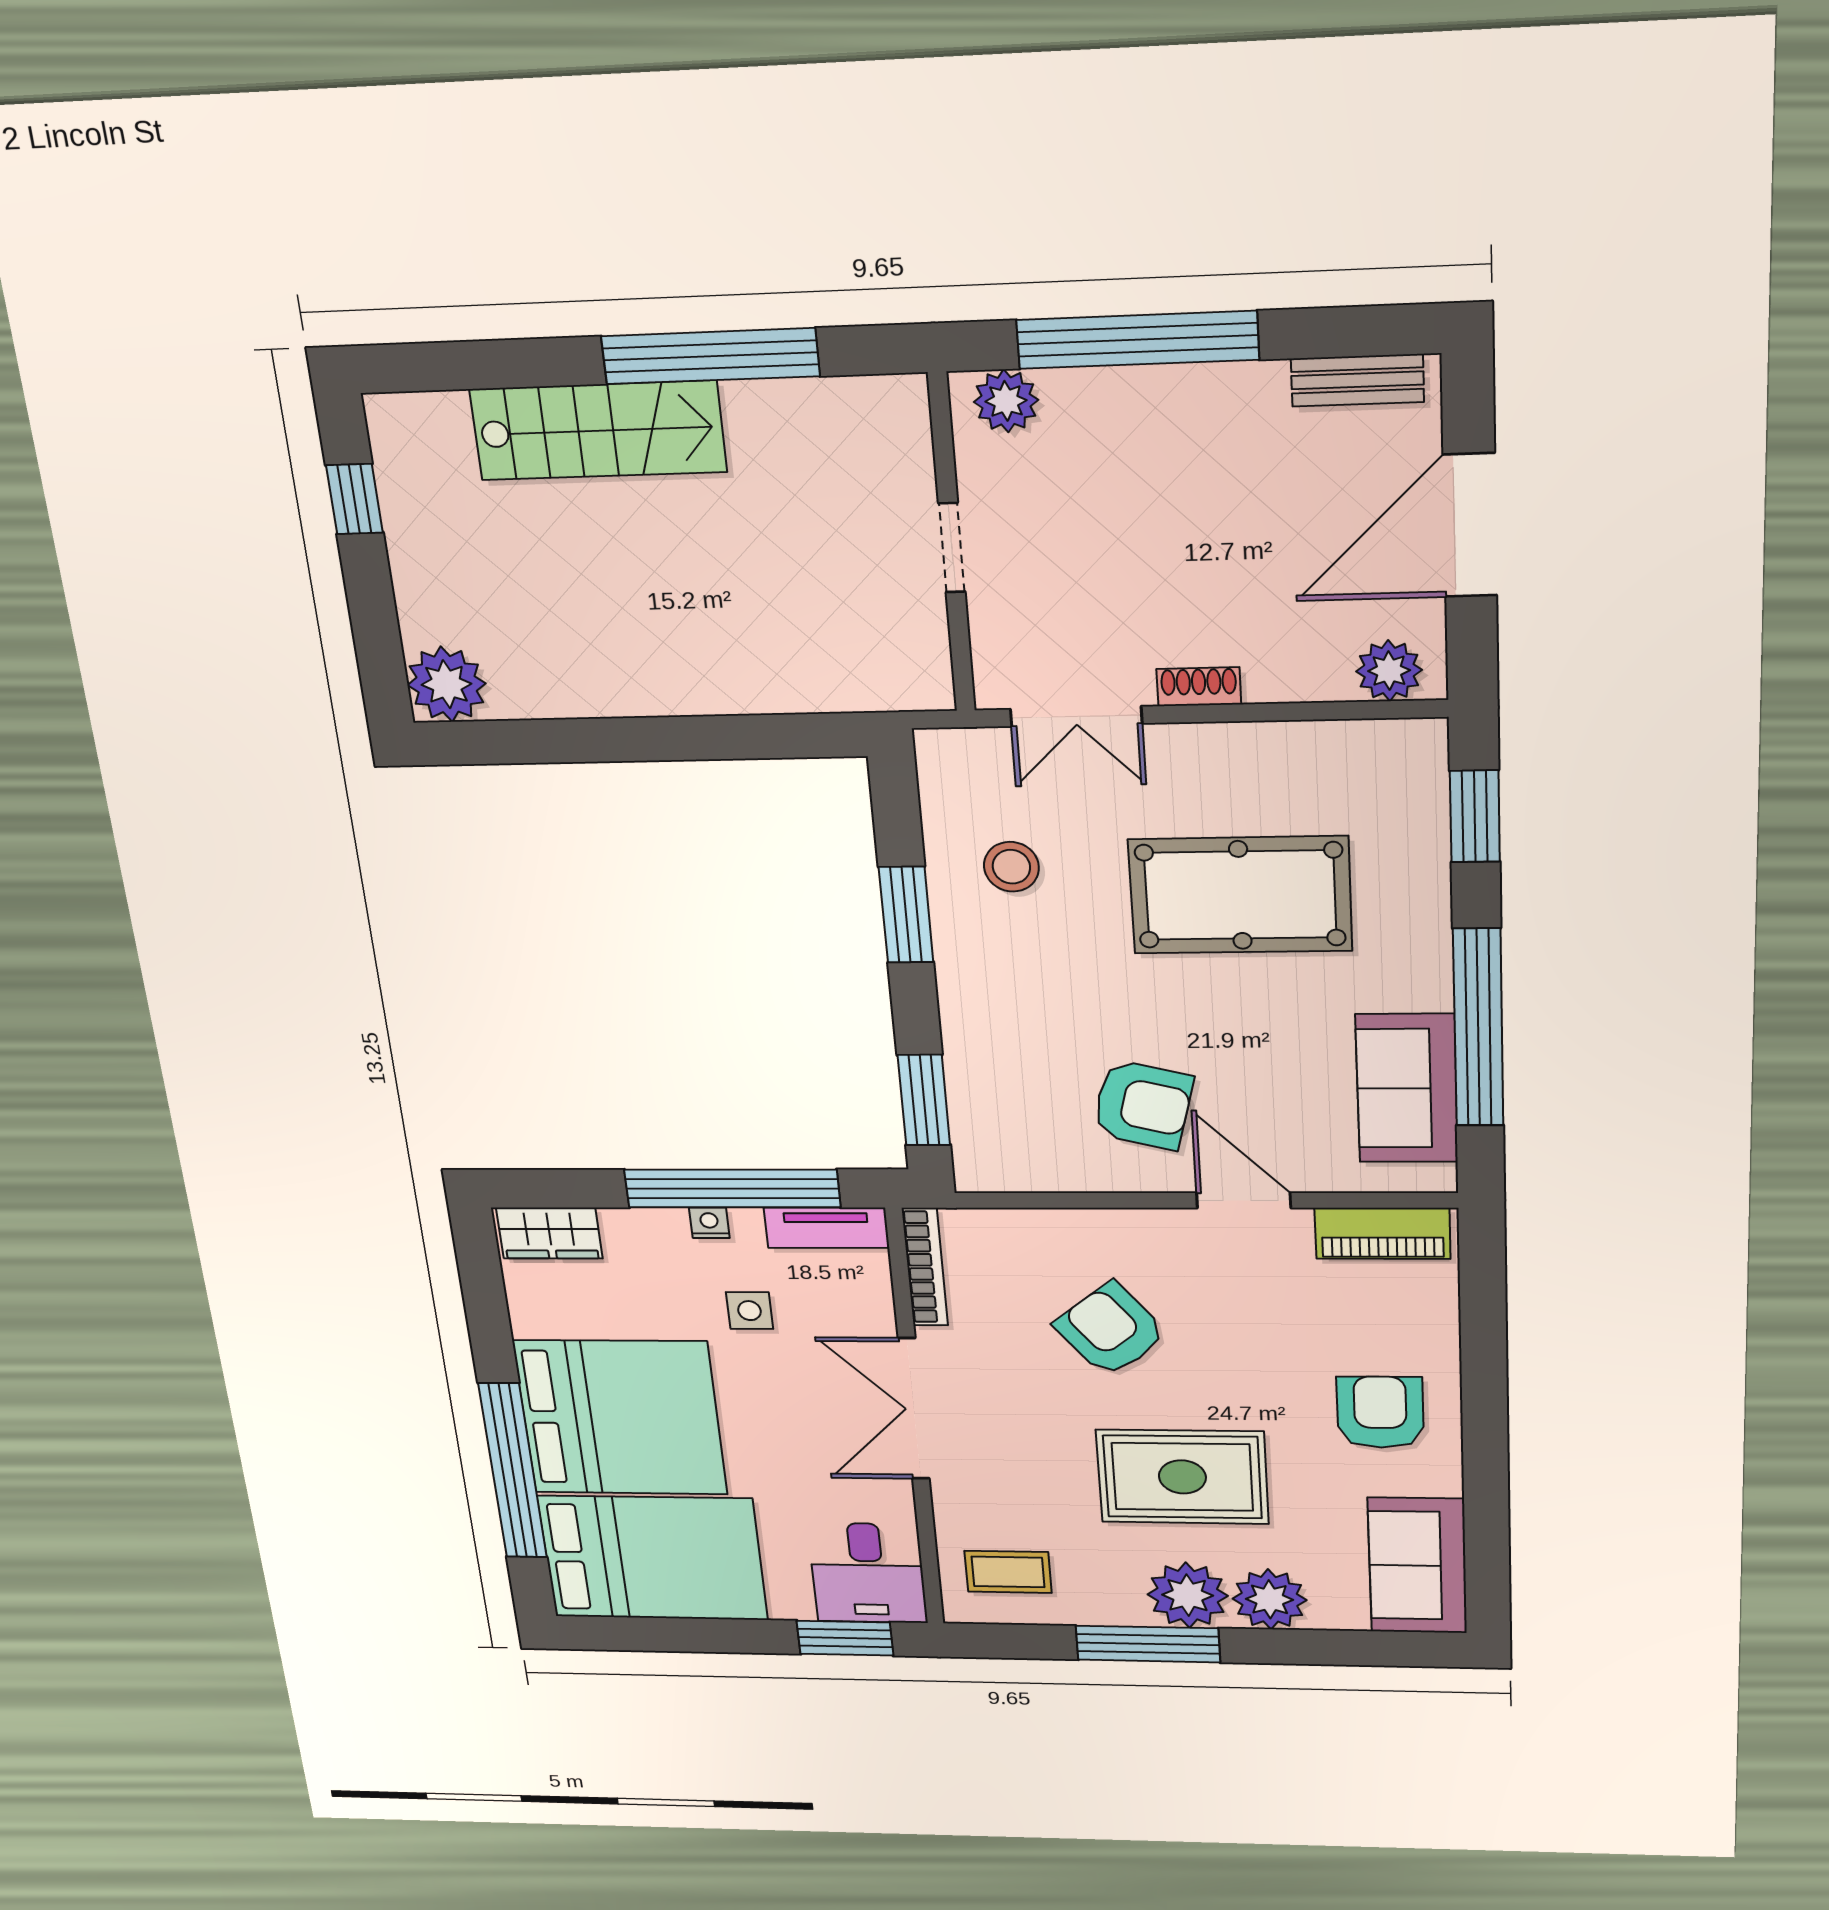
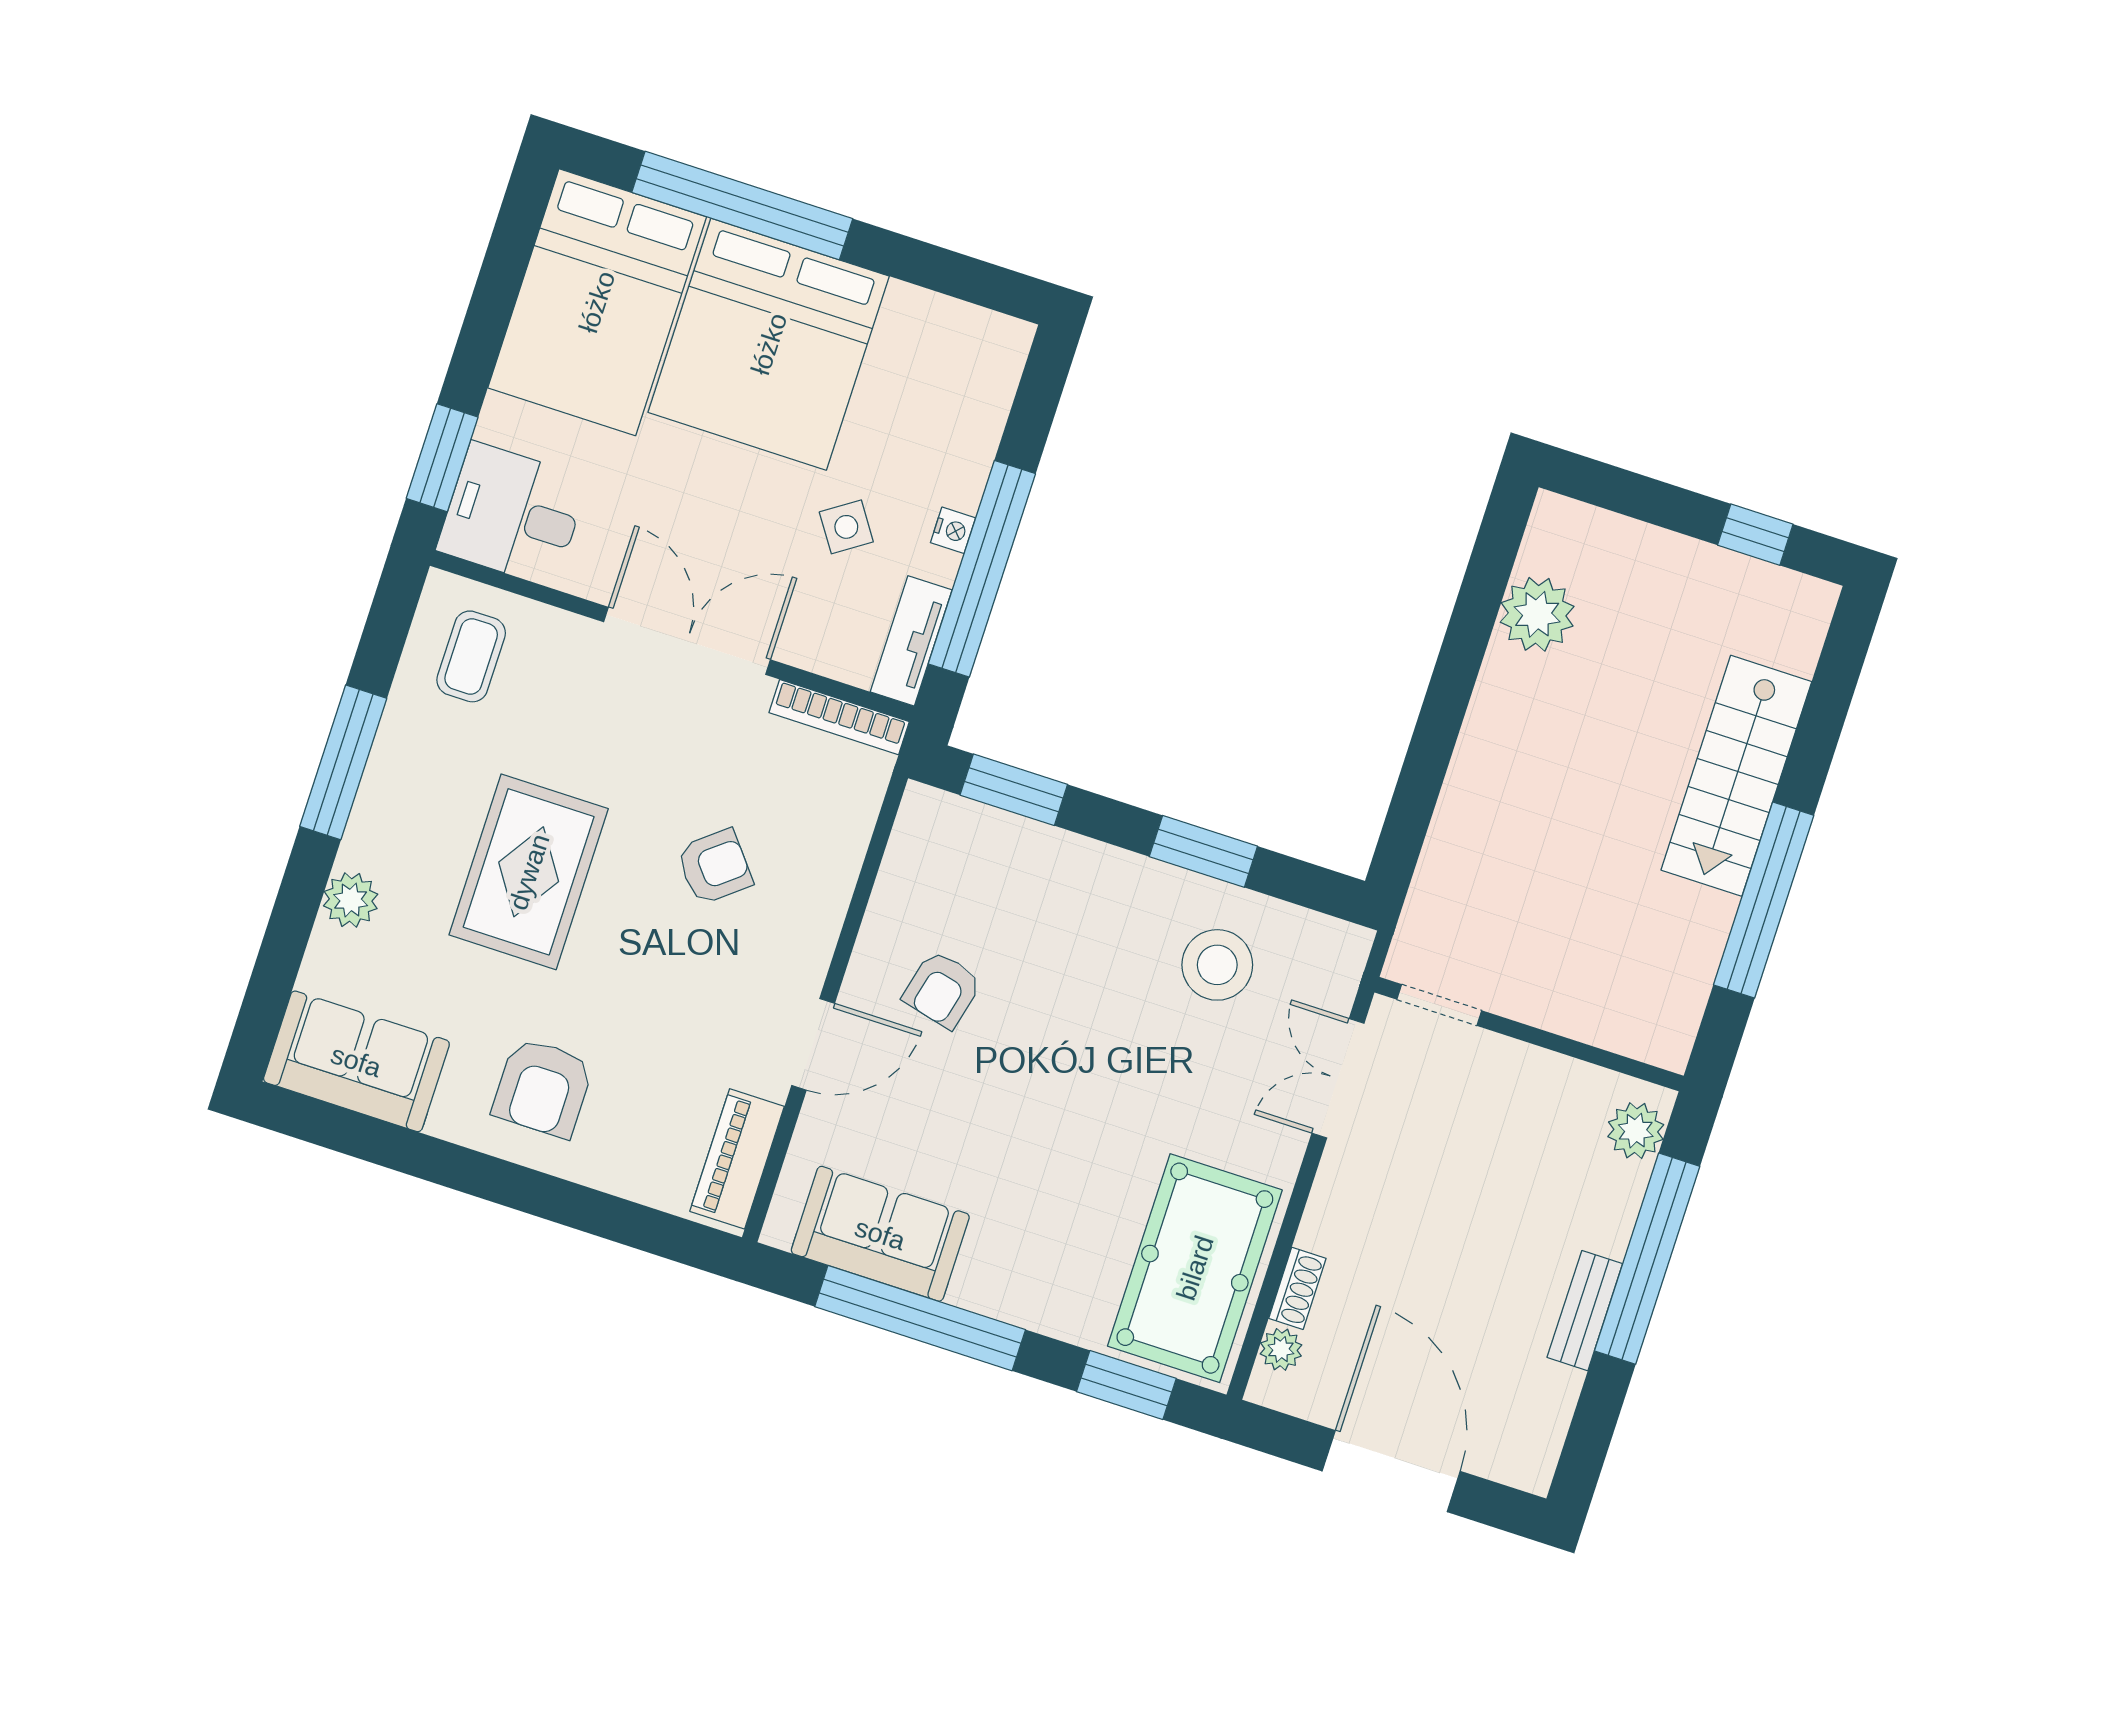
bench: (1357, 380) -> (1585, 1311), moved
doorway: (952, 548) -> (1439, 1005), moved
plant: (1389, 671) -> (1281, 1349), width x0.73, depth x0.73
plant: (447, 684) -> (1537, 614), moved
shoe rack: (1199, 687) -> (1297, 1288), moved
stool: (1011, 867) -> (1217, 965), width x1.38, depth x1.38
pool table: (1240, 895) -> (1195, 1268), moved
armchair: (1143, 1105) -> (942, 989), width x0.72, depth x0.72
wardrobe: (549, 1233) -> (993, 369), removed
side table: (749, 1311) -> (846, 527), turned -34
armchair: (1111, 1330) -> (715, 867), width x0.72, depth x0.72
armchair: (1380, 1412) -> (543, 1088), turned 90
plant: (1188, 1595) -> (390, 824), removed
plant: (1270, 1599) -> (351, 900), width x0.73, depth x0.73

